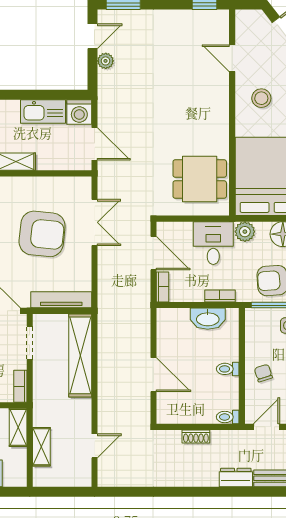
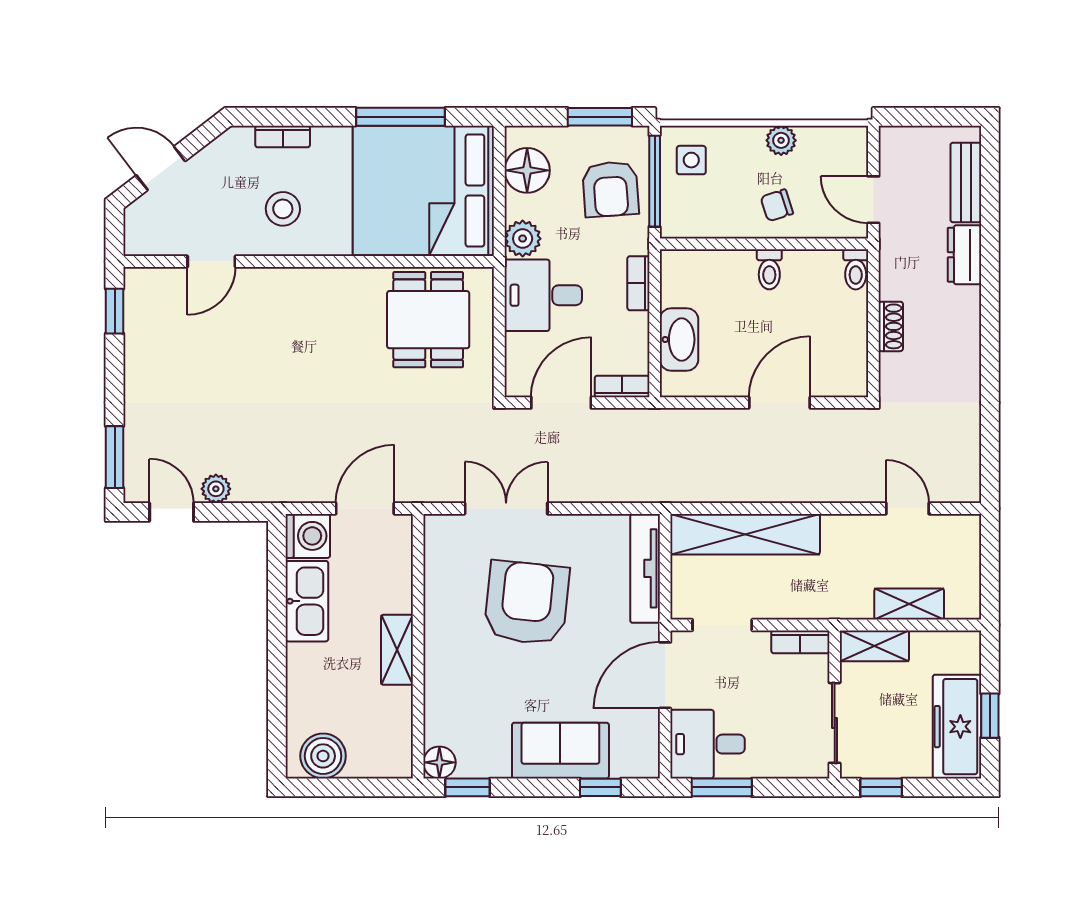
washbasin: (208, 319) -> (679, 340), moved

